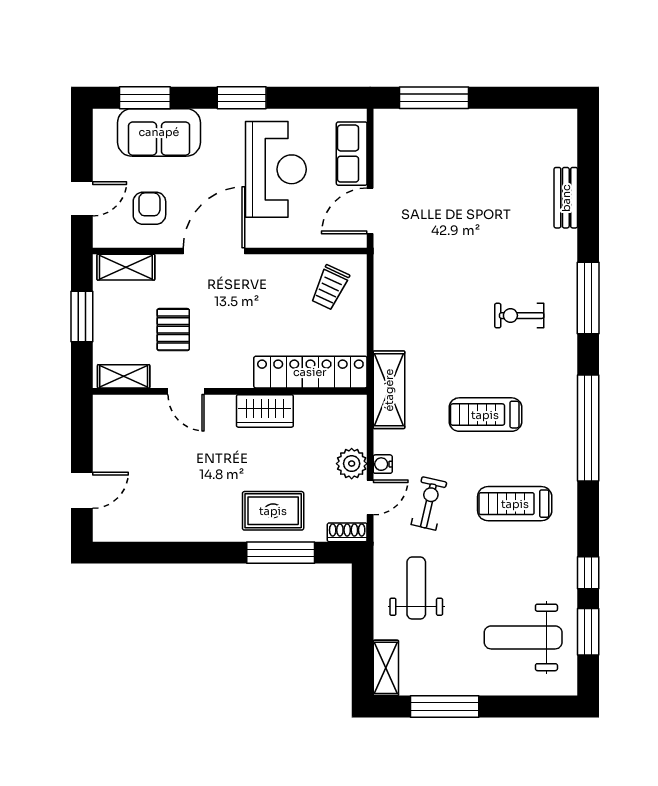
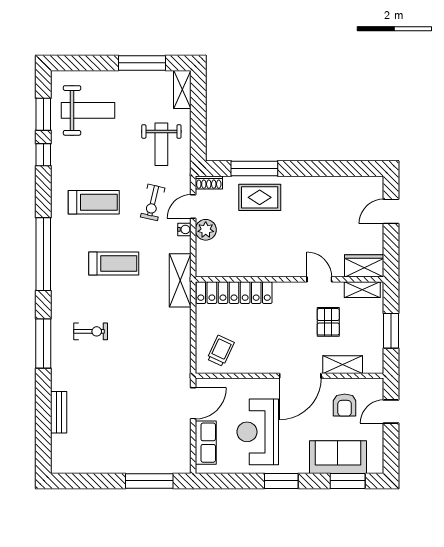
shelving: (126, 267) -> (343, 365), moved
wardrobe: (265, 411) -> (364, 266), moved

